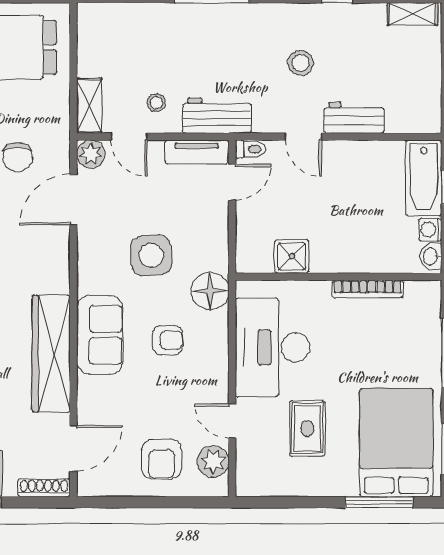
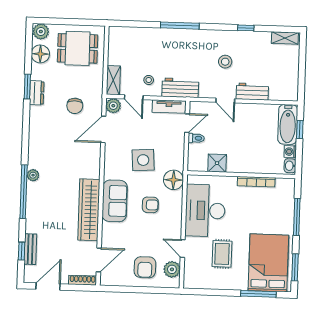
toilet: (251, 149) -> (196, 138), moved

